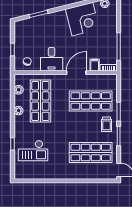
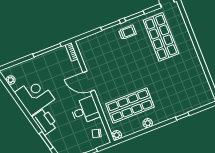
printer: (56, 19) -> (45, 122), added
filing cabinet: (95, 65) -> (74, 66), removed
plant: (19, 90) -> (117, 135), moved
shop shelf: (91, 101) -> (111, 57), removed
checkout: (33, 151) -> (181, 94), removed

